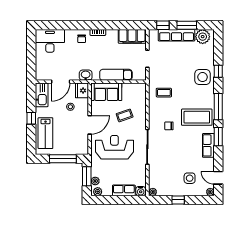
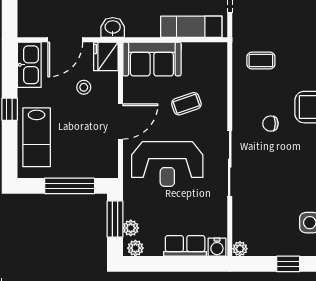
exam couch: (116, 75) -> (191, 27), moved
reception desk: (114, 147) -> (167, 164), turned 180

